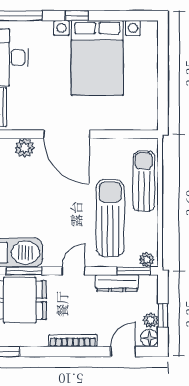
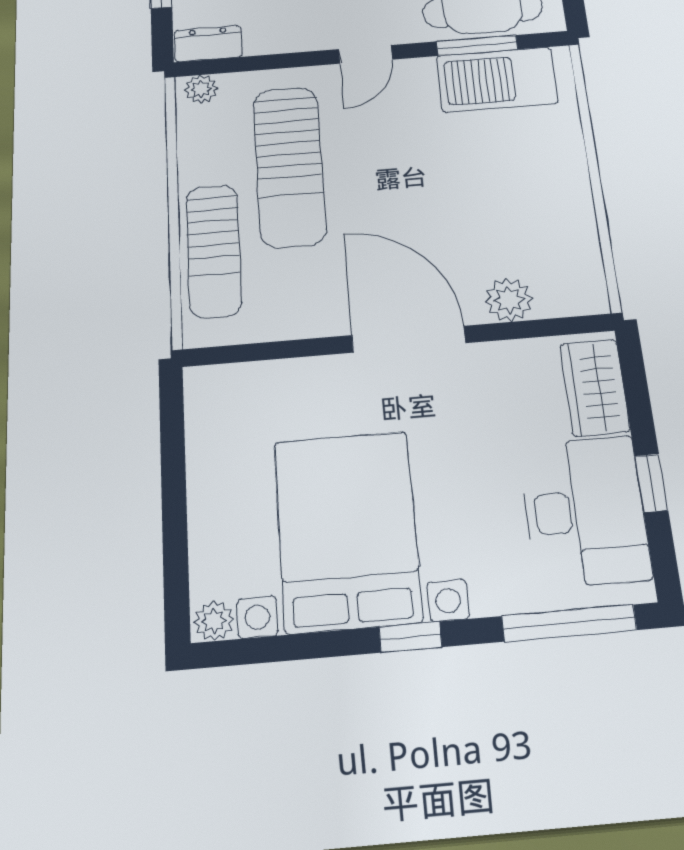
plant: (149, 28) -> (214, 621), added
window: (134, 271) -> (230, 65), removed
dresser: (117, 283) -> (208, 44), moved, width x0.70

